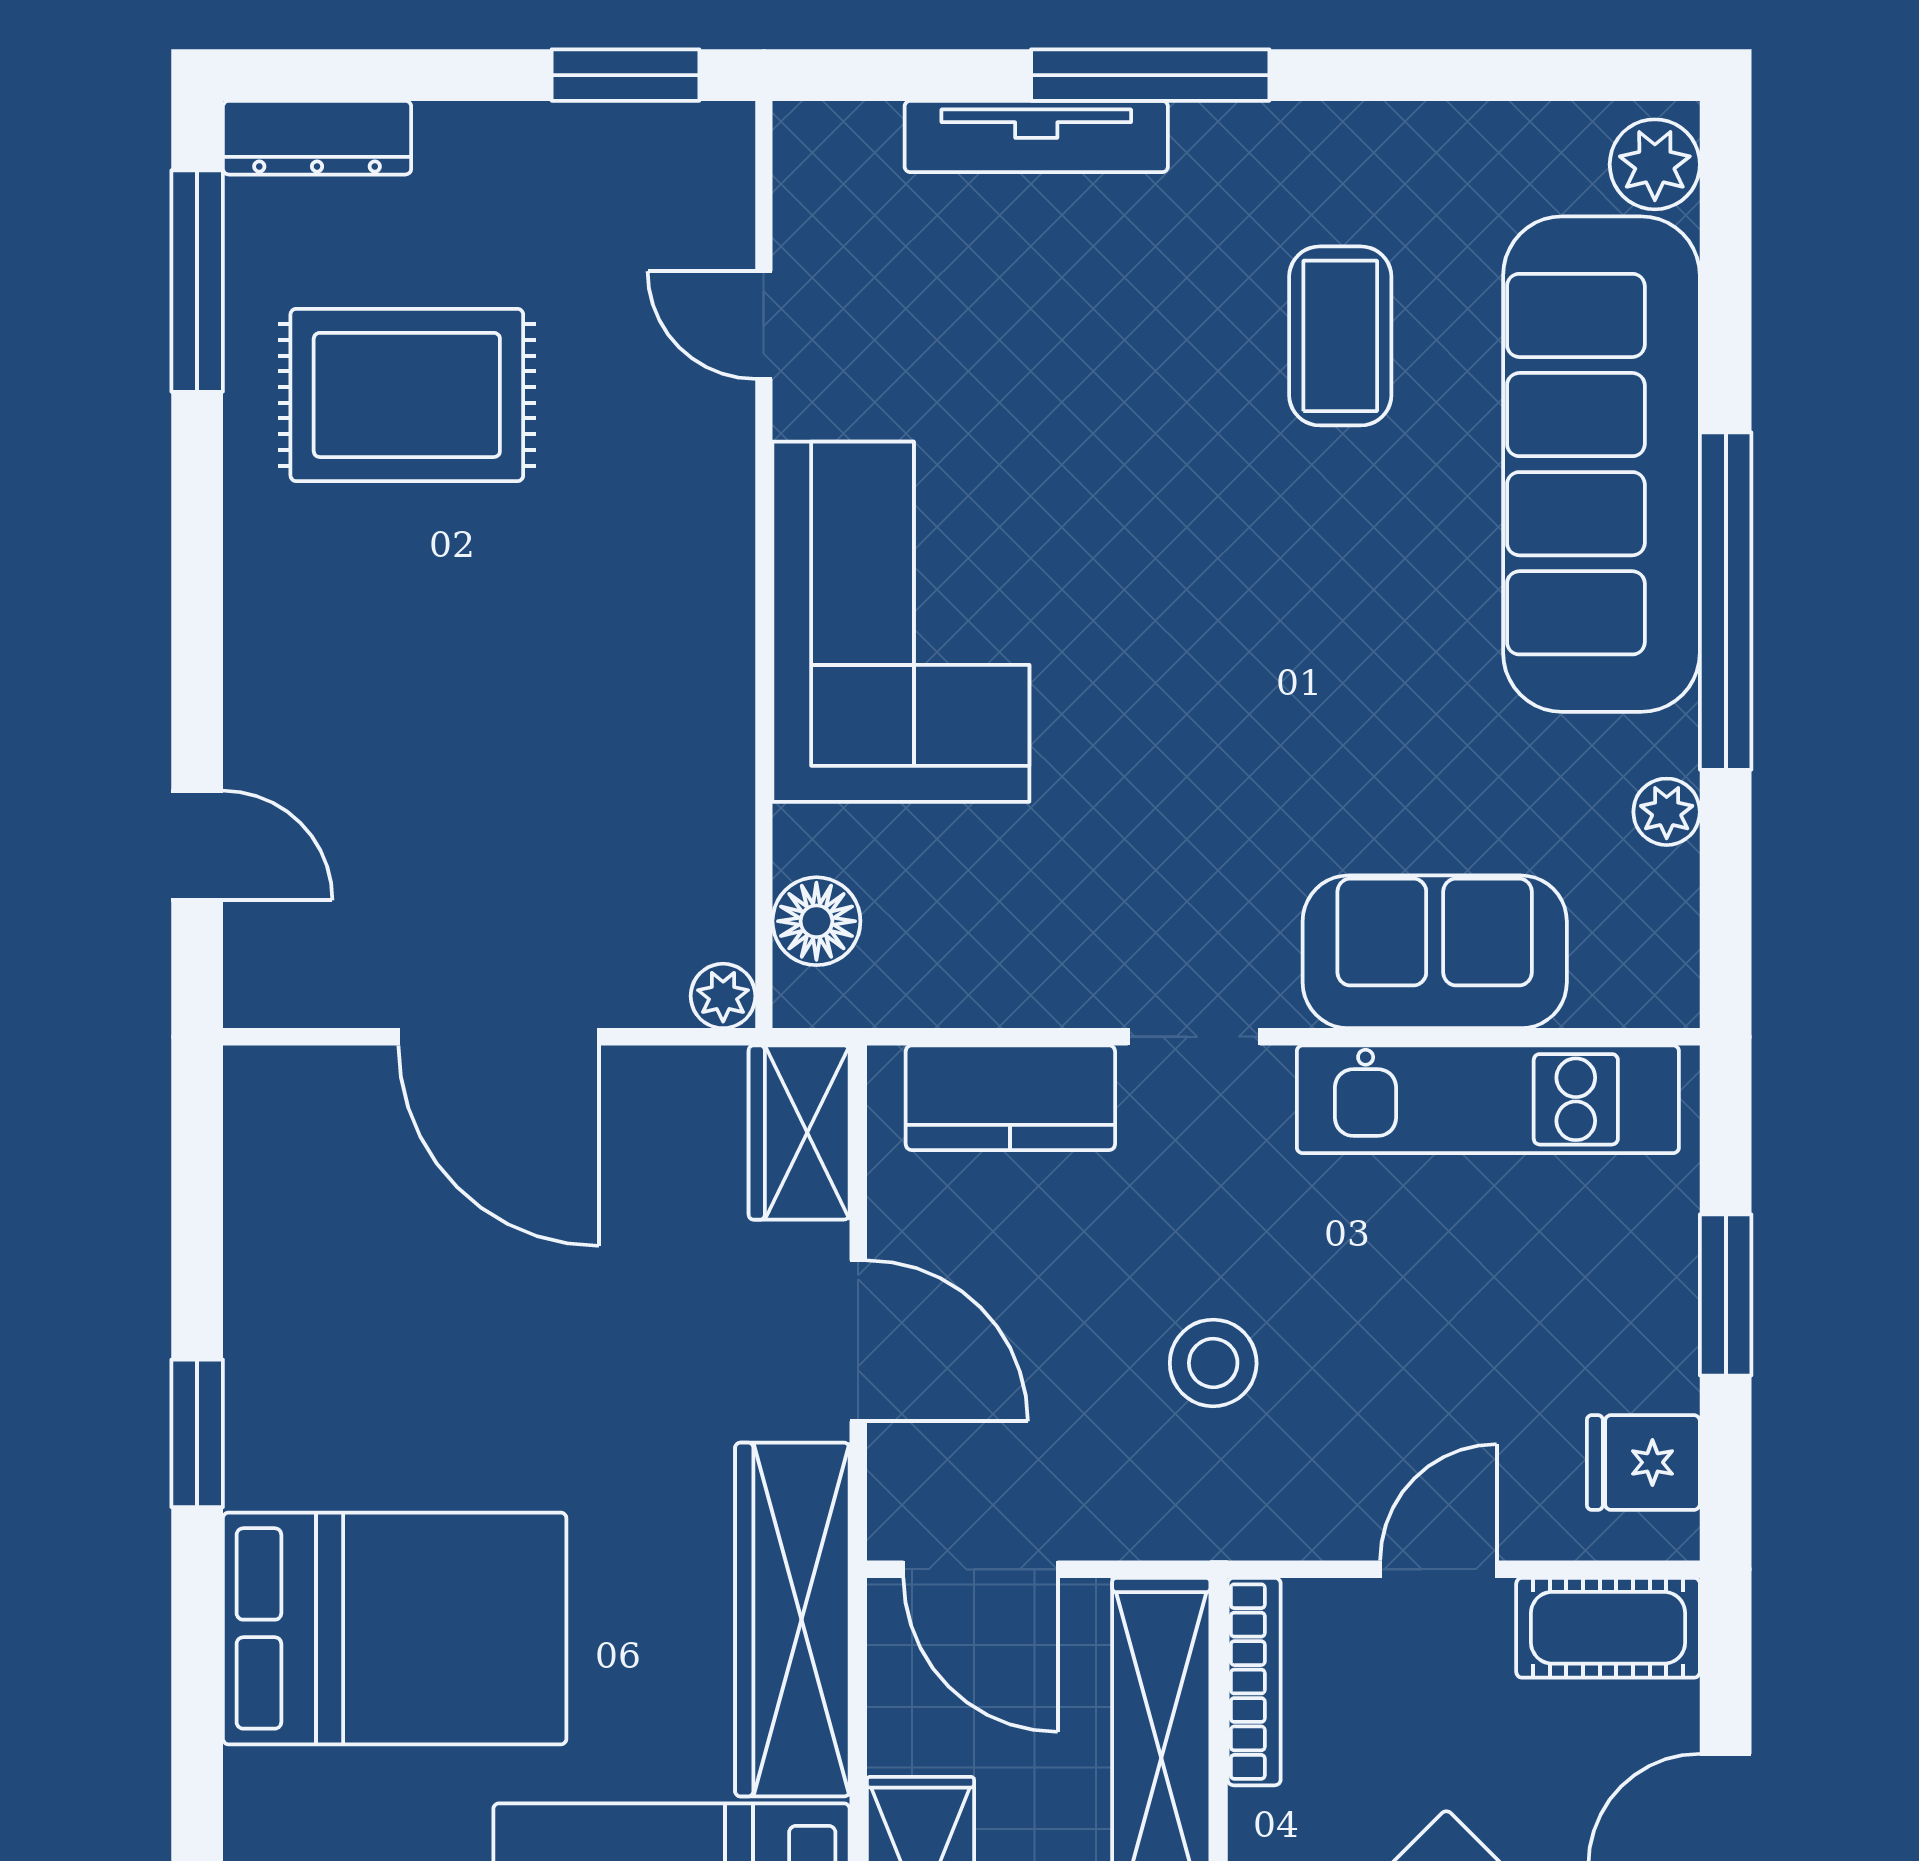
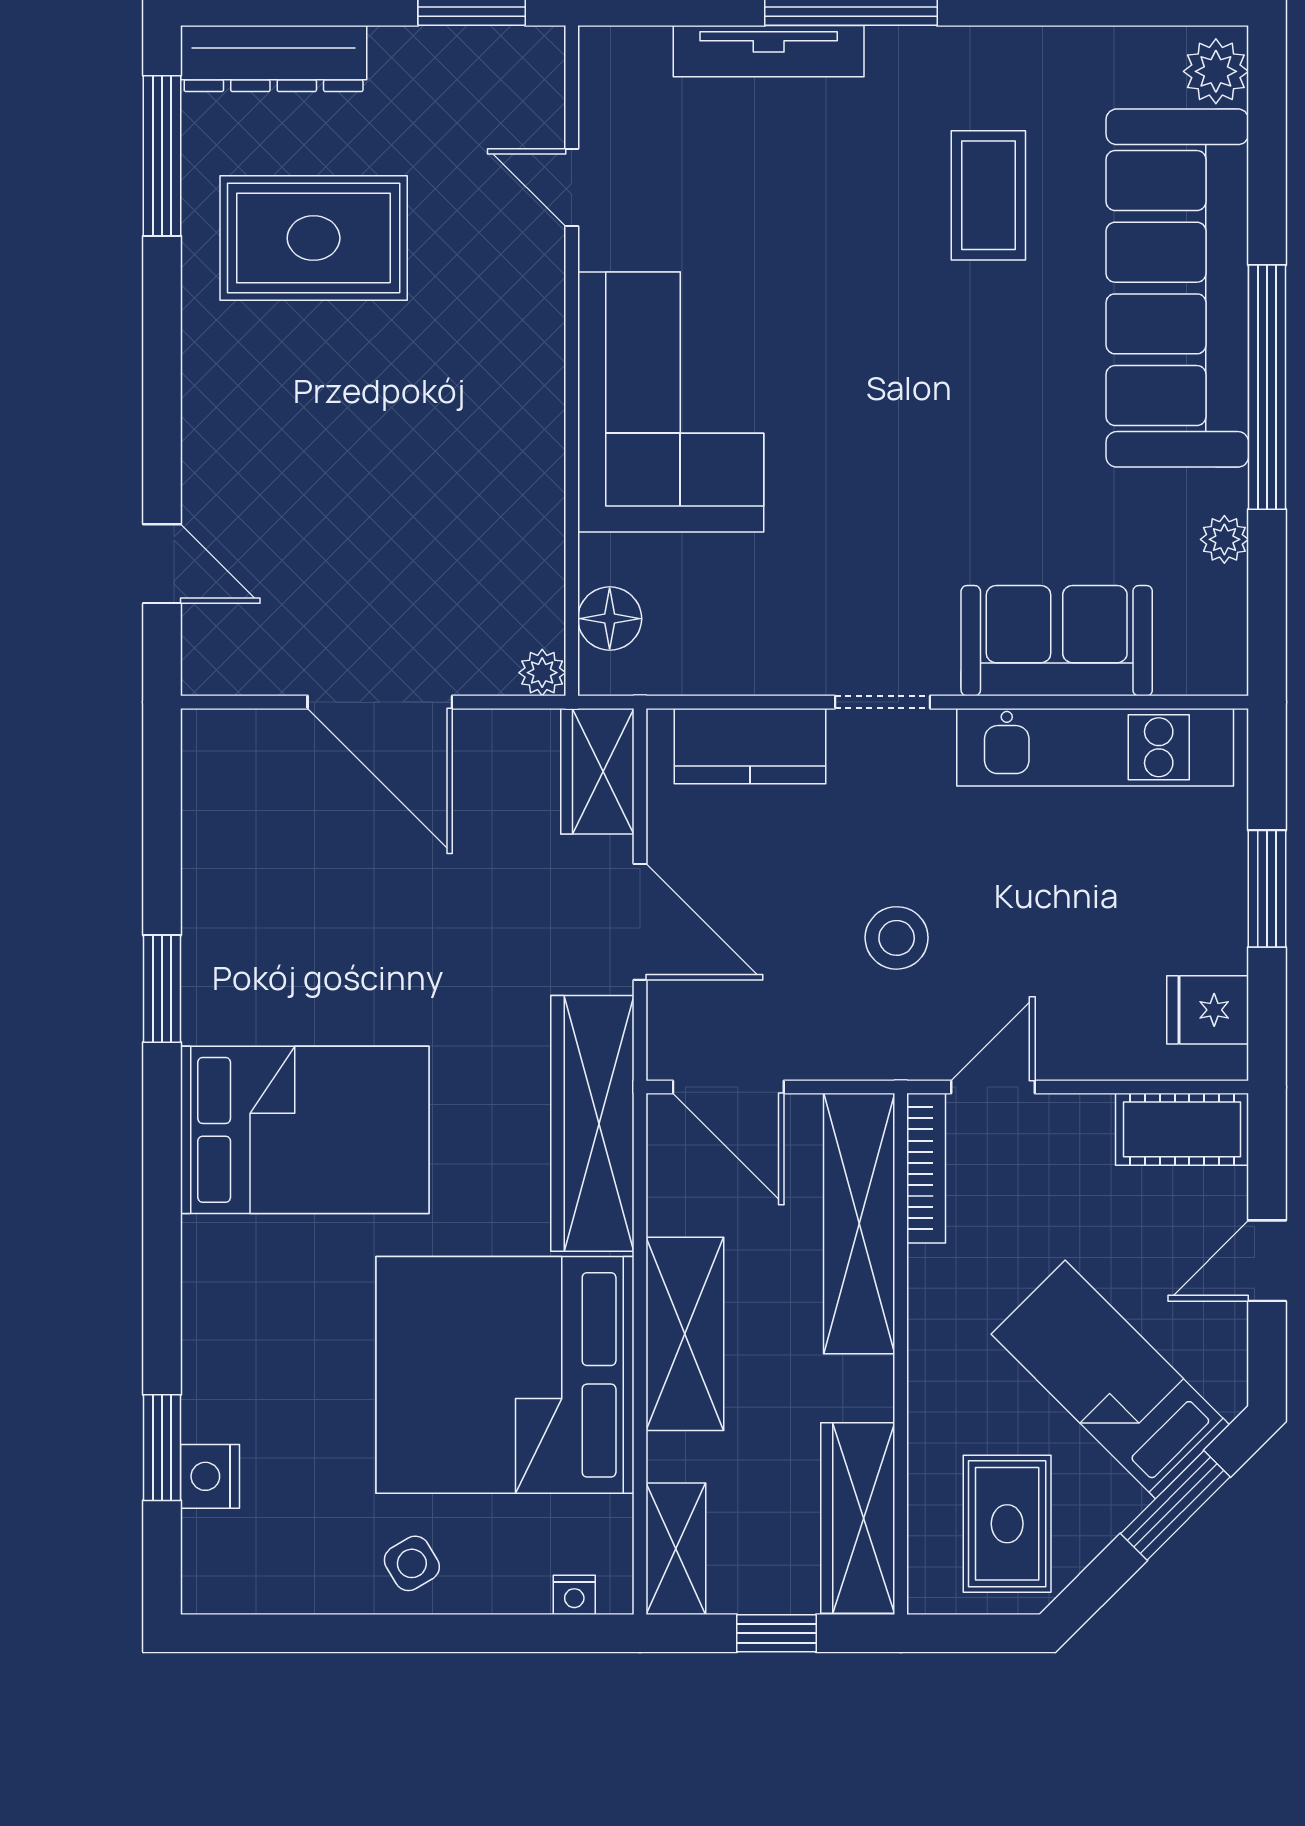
dresser: (317, 138) -> (274, 59), width x1.37, depth x1.24
door: (1438, 1569) -> (993, 1087), moved

